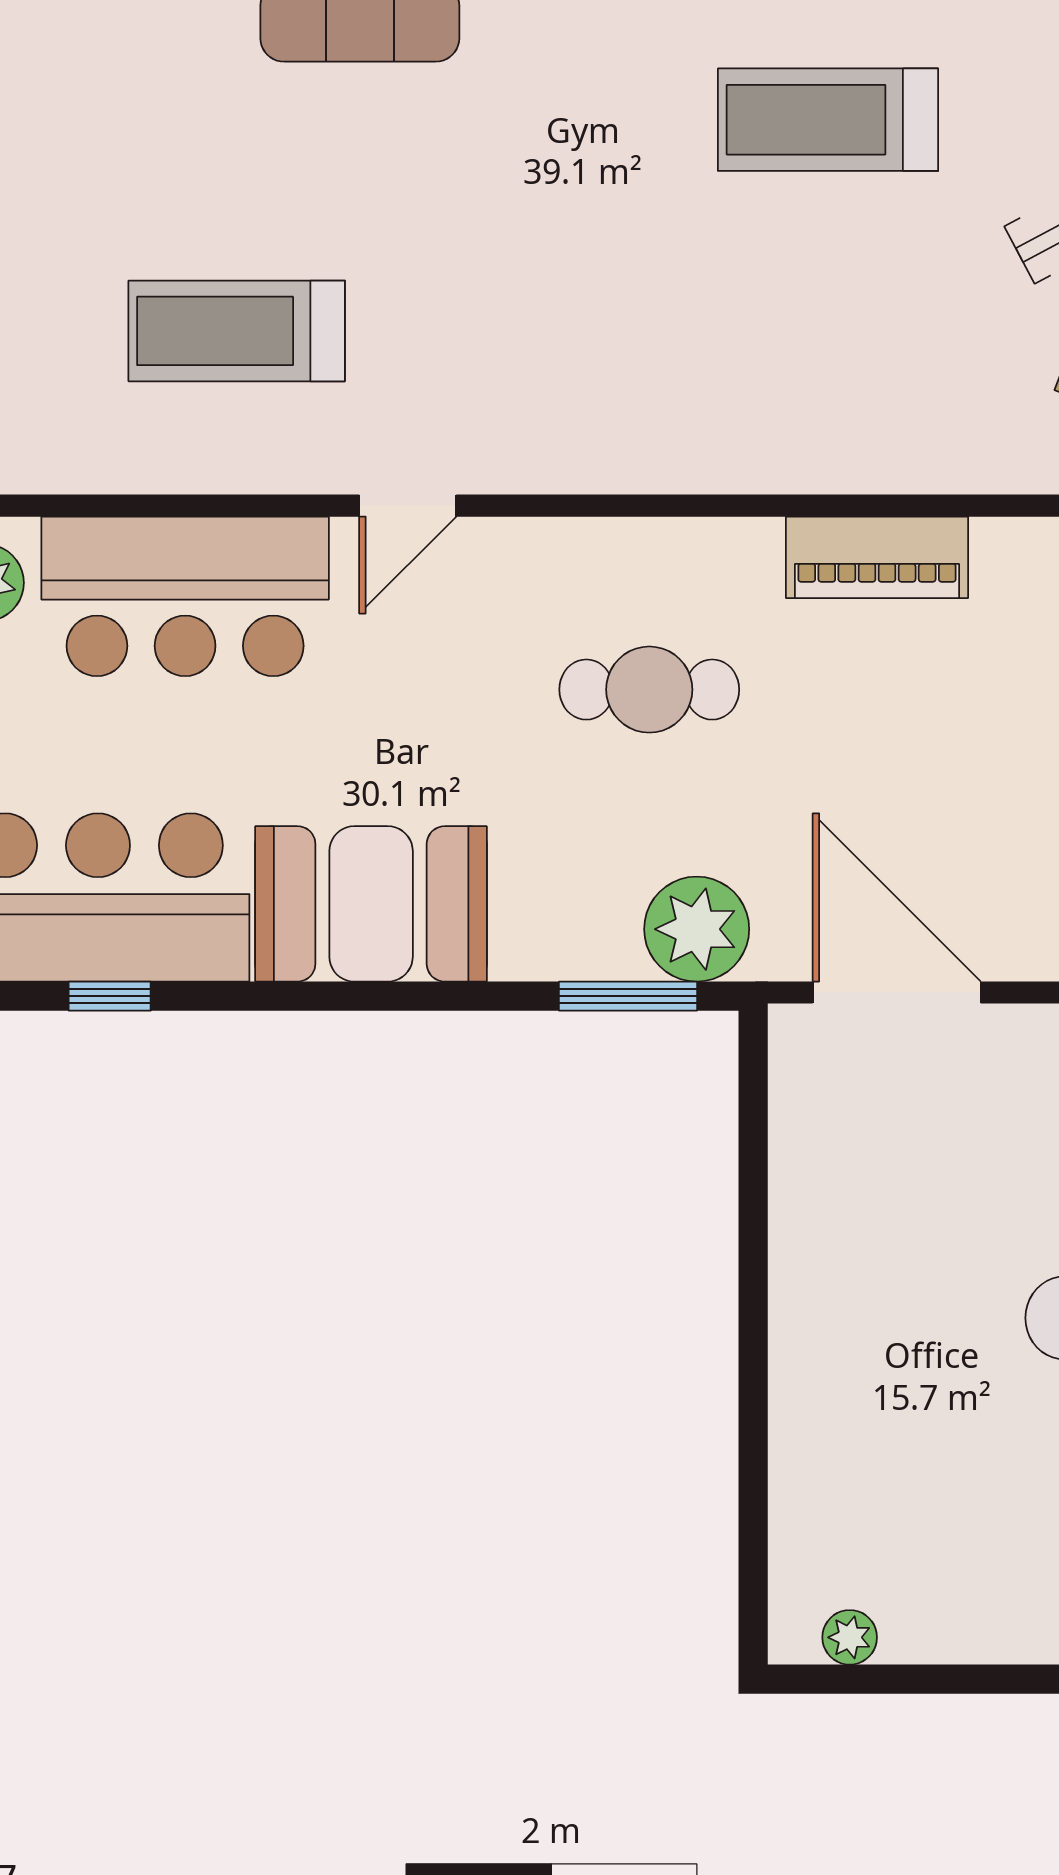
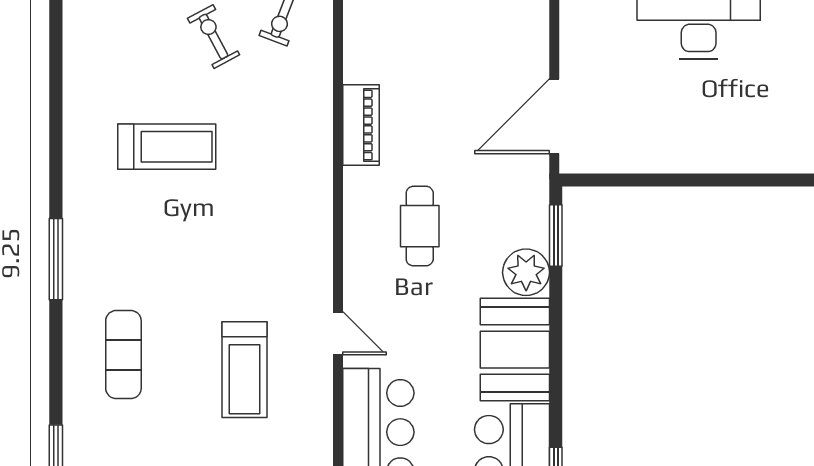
treadmill: (828, 120) -> (167, 147), turned -90
treadmill: (237, 331) -> (245, 370), moved
plant: (697, 929) -> (526, 272), moved

